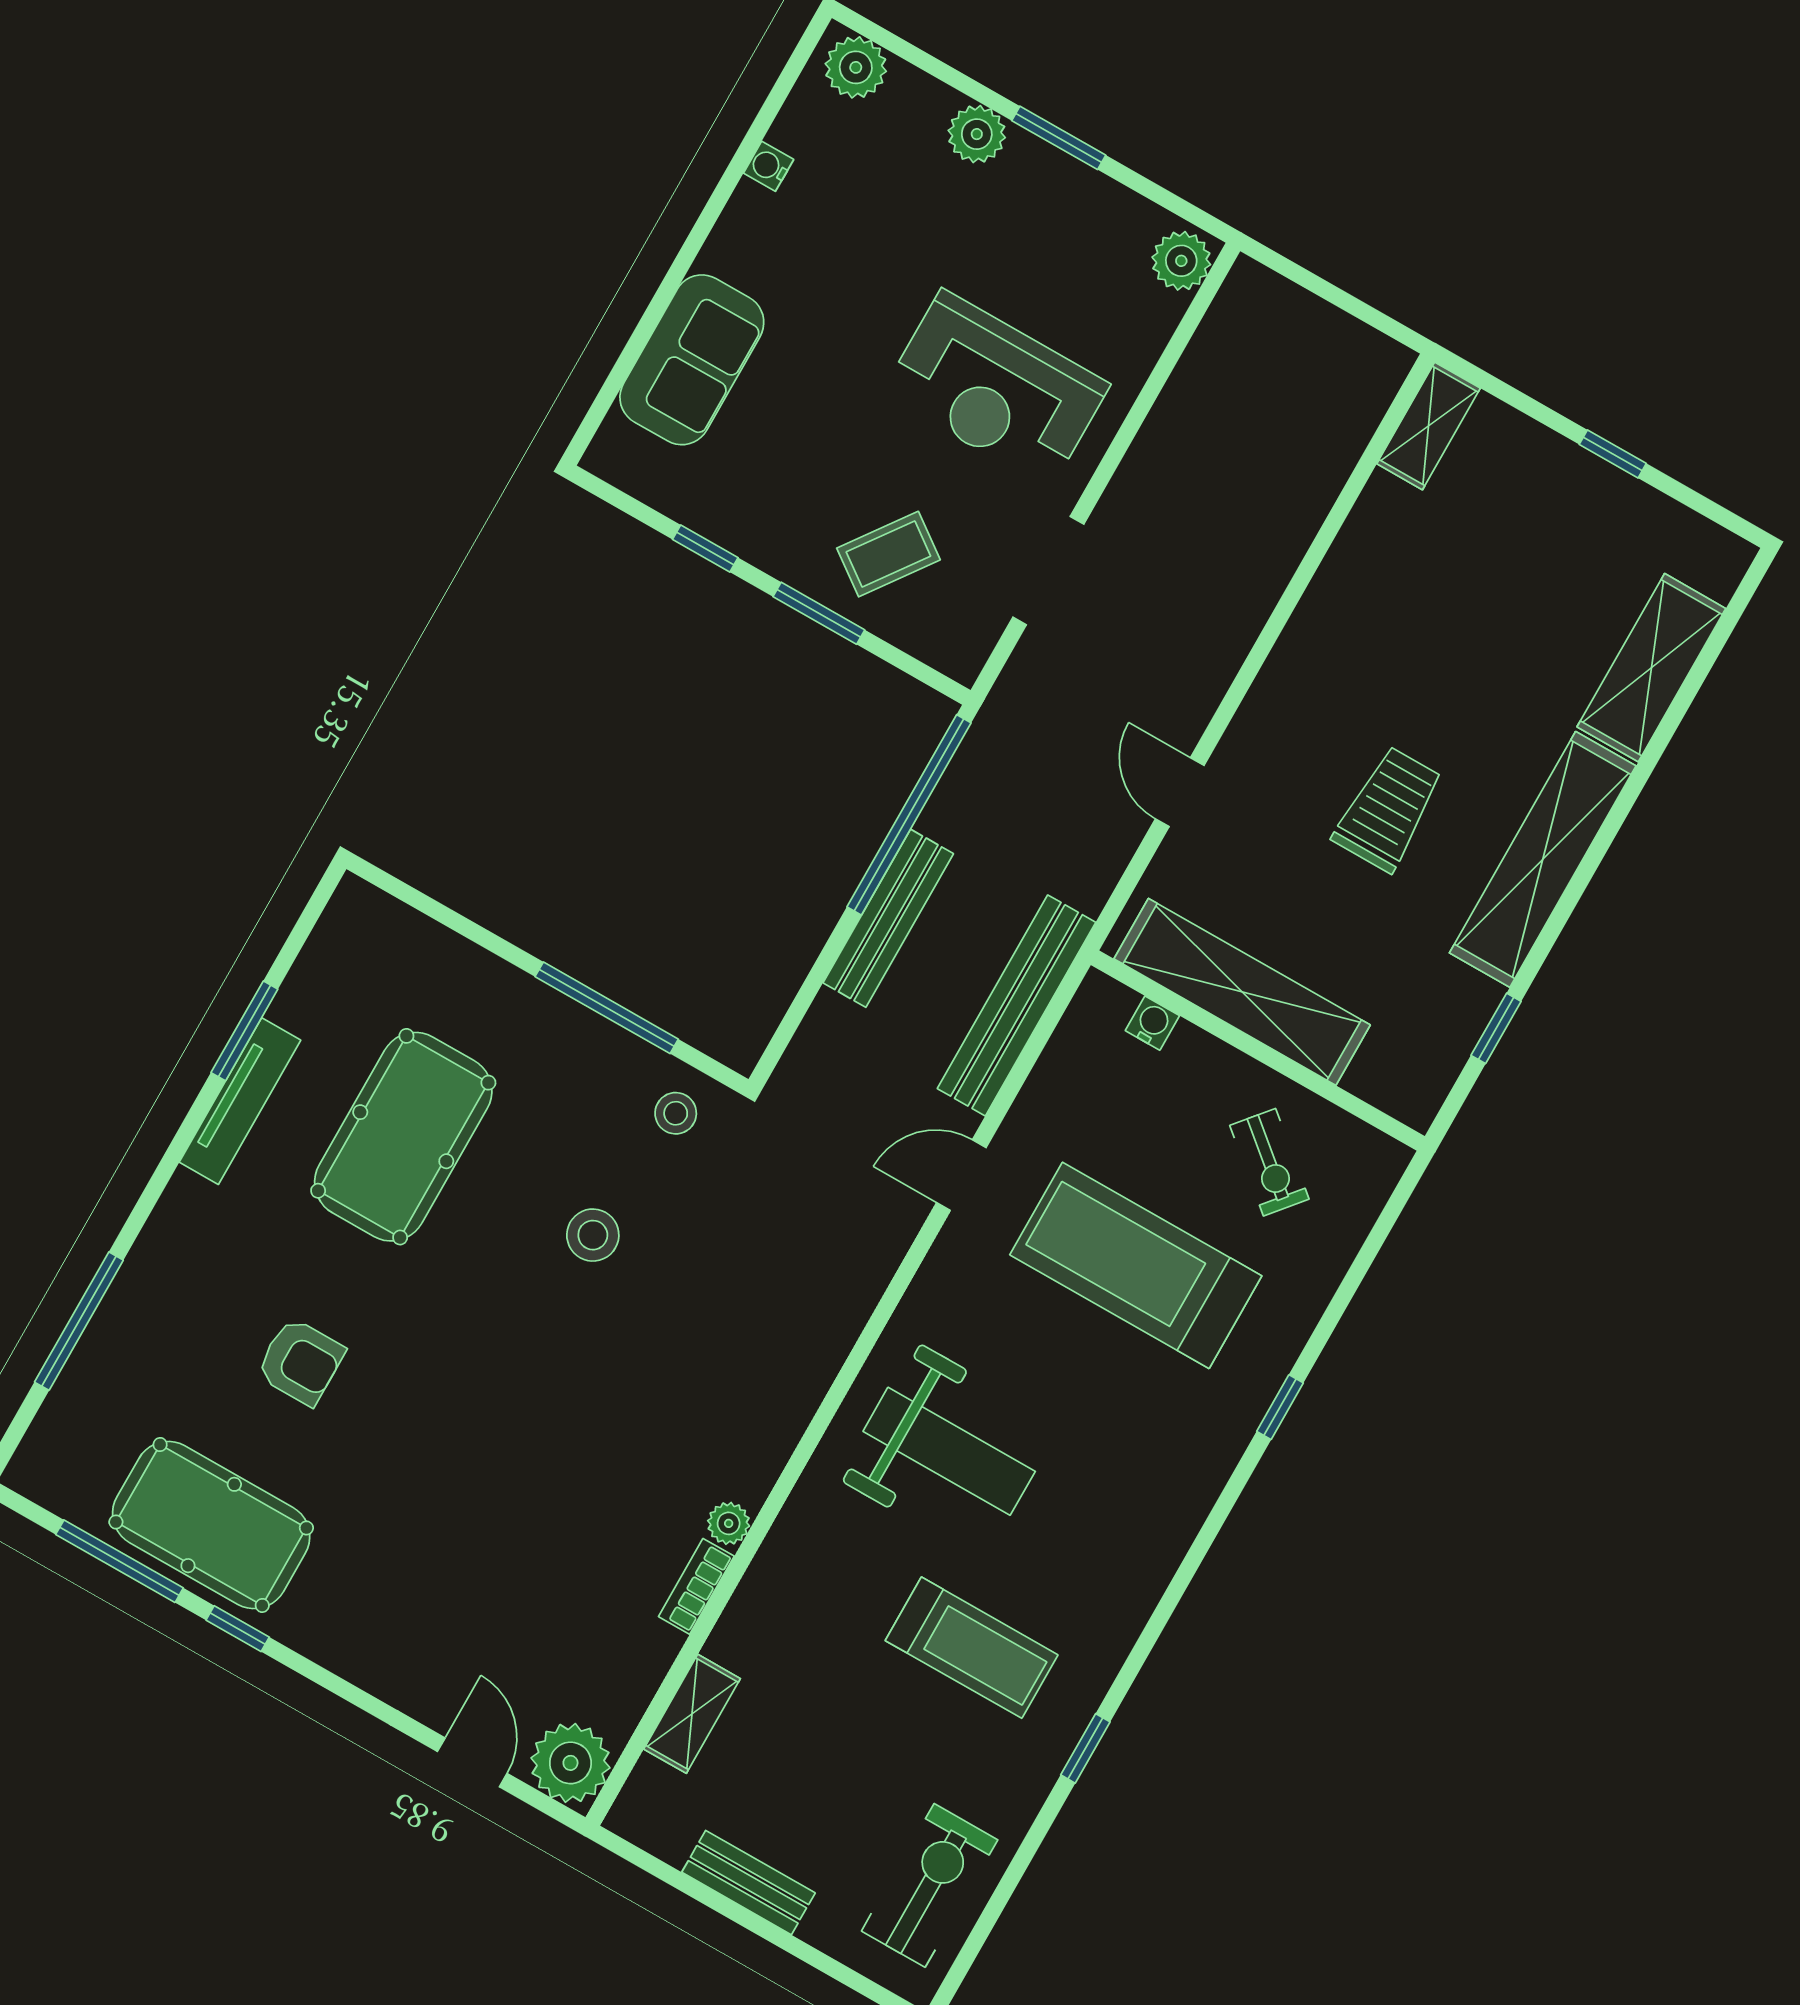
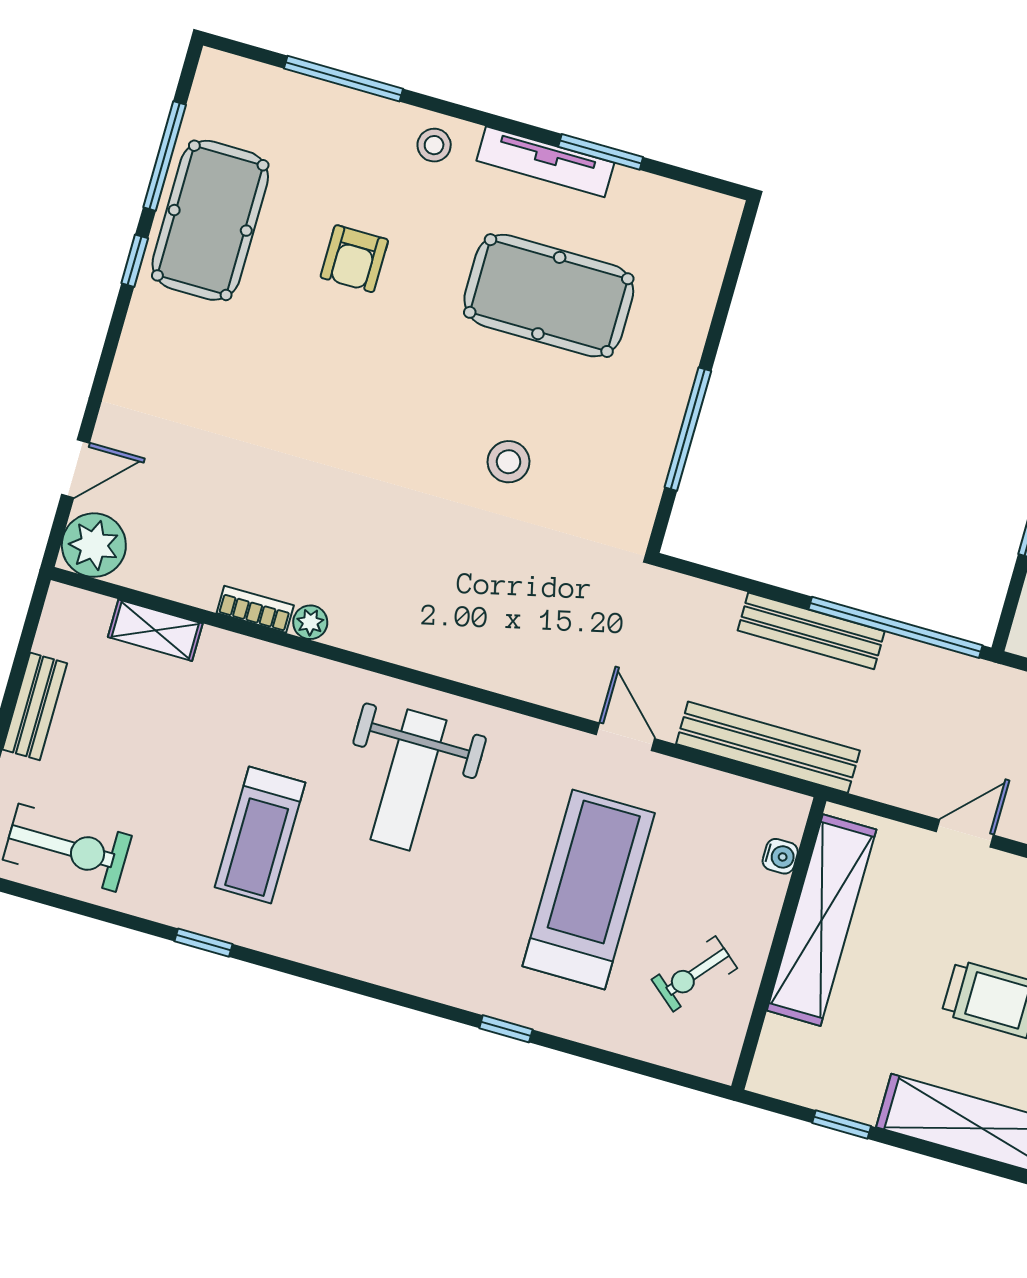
stool: (676, 1113) -> (434, 145), moved

